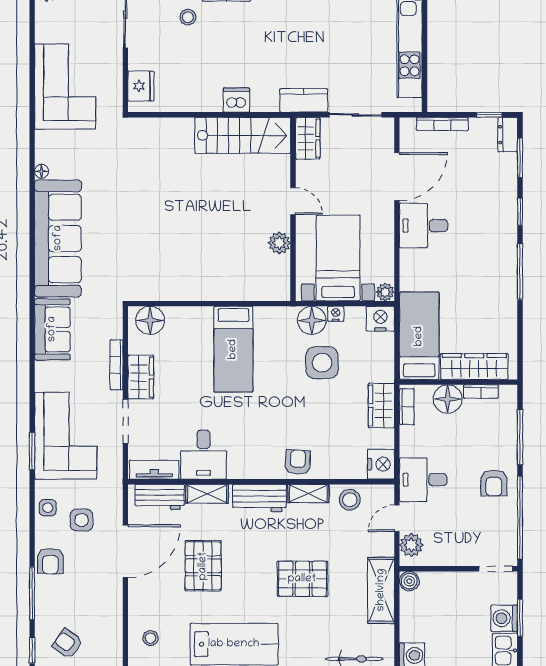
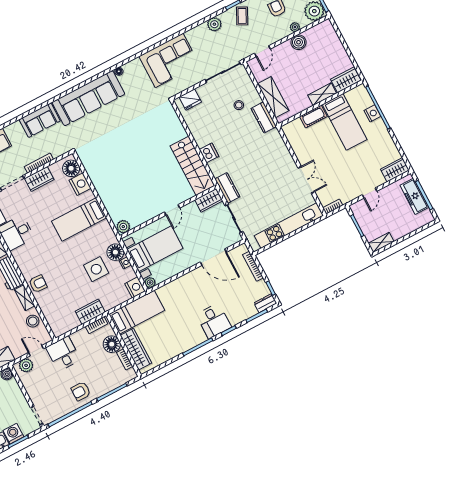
desk: (424, 226) -> (214, 321), moved, turned 180
plant: (279, 243) -> (123, 227), moved
nightstand: (381, 464) -> (80, 184), moved, turned -90

